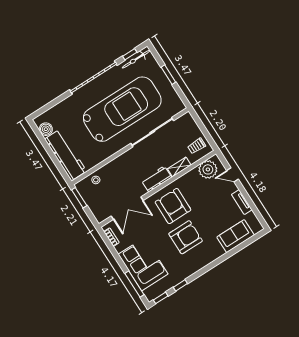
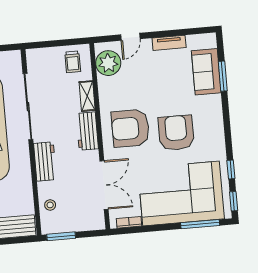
workbench: (122, 162) -> (45, 162), added
window: (238, 248) -> (223, 76), added
corner sofa: (143, 264) -> (181, 194), width x1.36, depth x1.36

